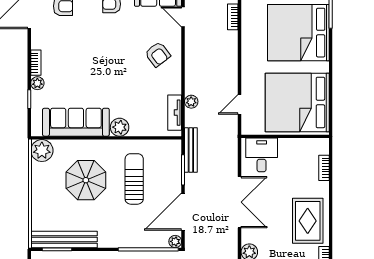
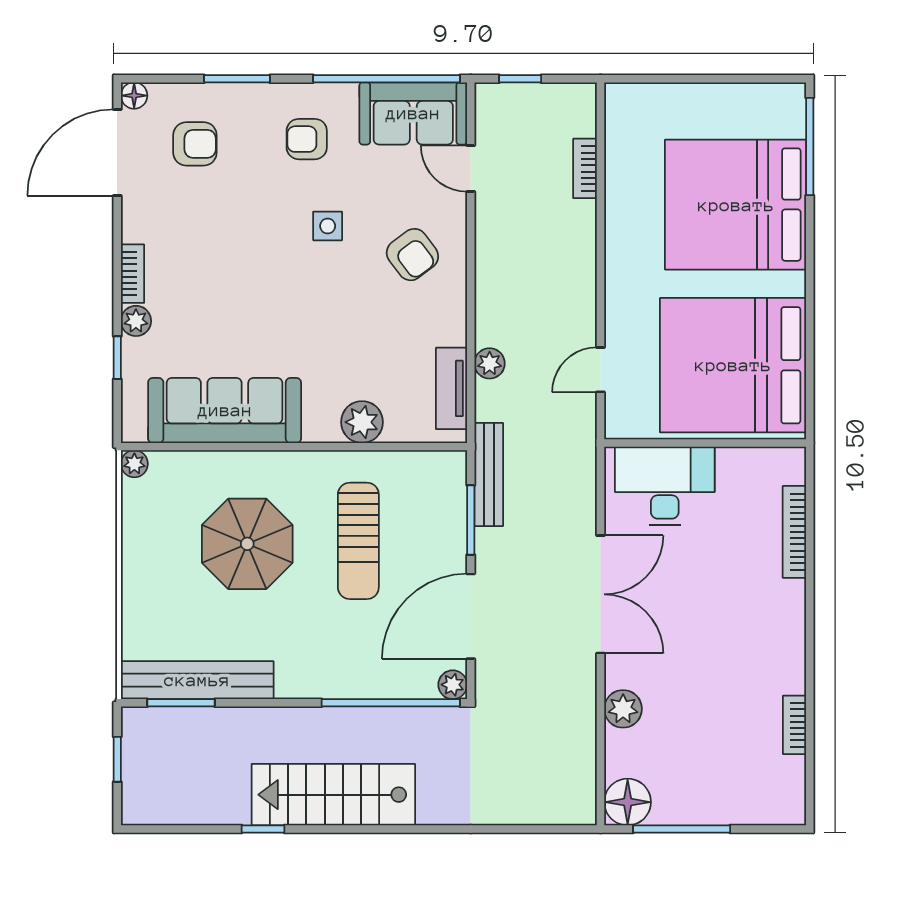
side table: (121, 42) -> (328, 226), added
plant: (120, 127) -> (362, 422), moved
plant: (42, 151) -> (134, 464), width x0.53, depth x0.53
desk: (262, 155) -> (665, 486), width x1.37
bookcase: (324, 168) -> (794, 532), width x1.56
sun lounger: (134, 179) -> (358, 541), turned 180
rug: (308, 221) -> (757, 637), removed

